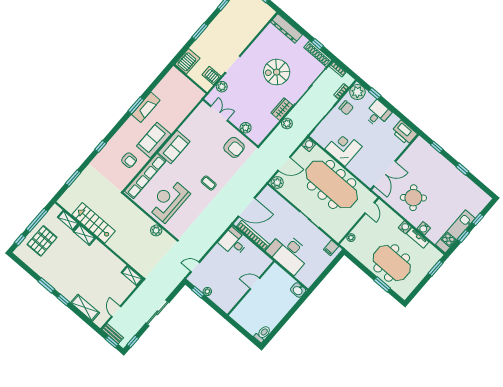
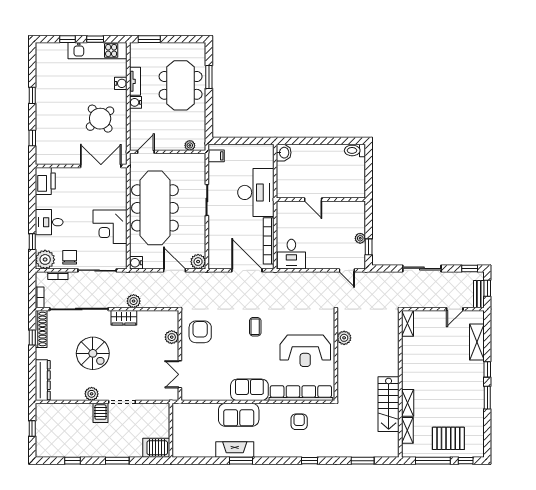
server rack: (211, 76) -> (101, 413), moved
plant: (222, 87) -> (92, 394), moved
sofa: (154, 140) -> (239, 415), moved

